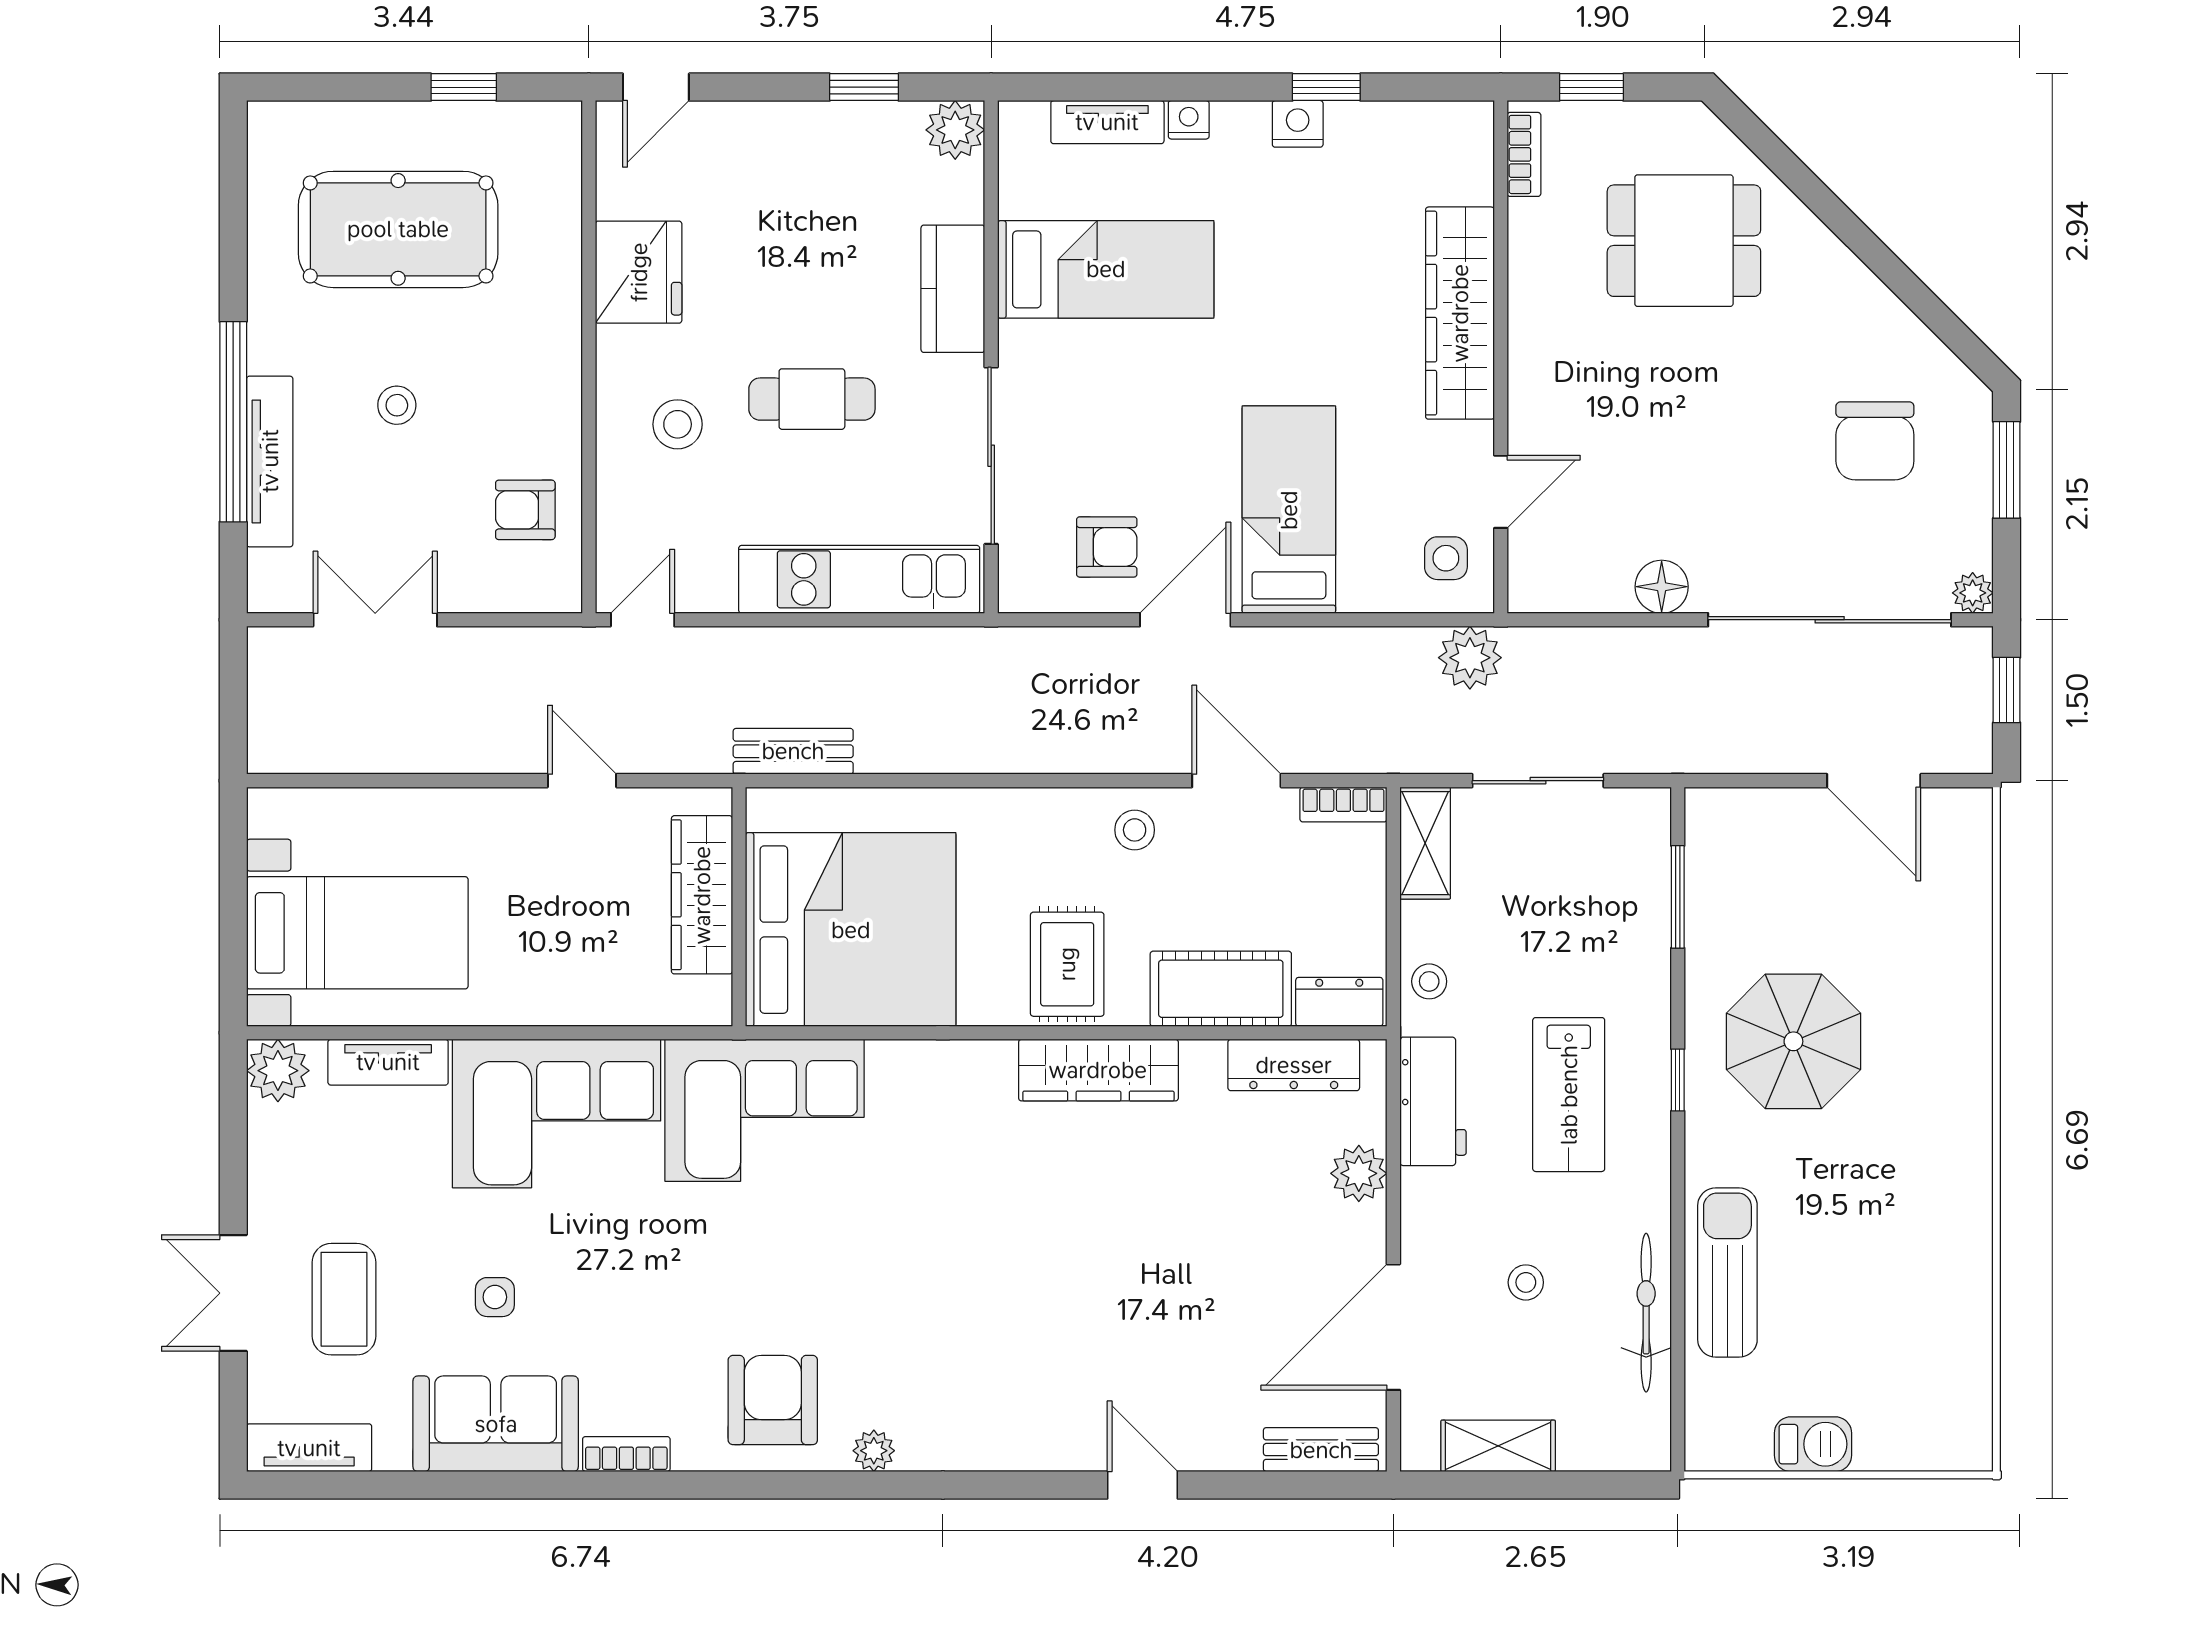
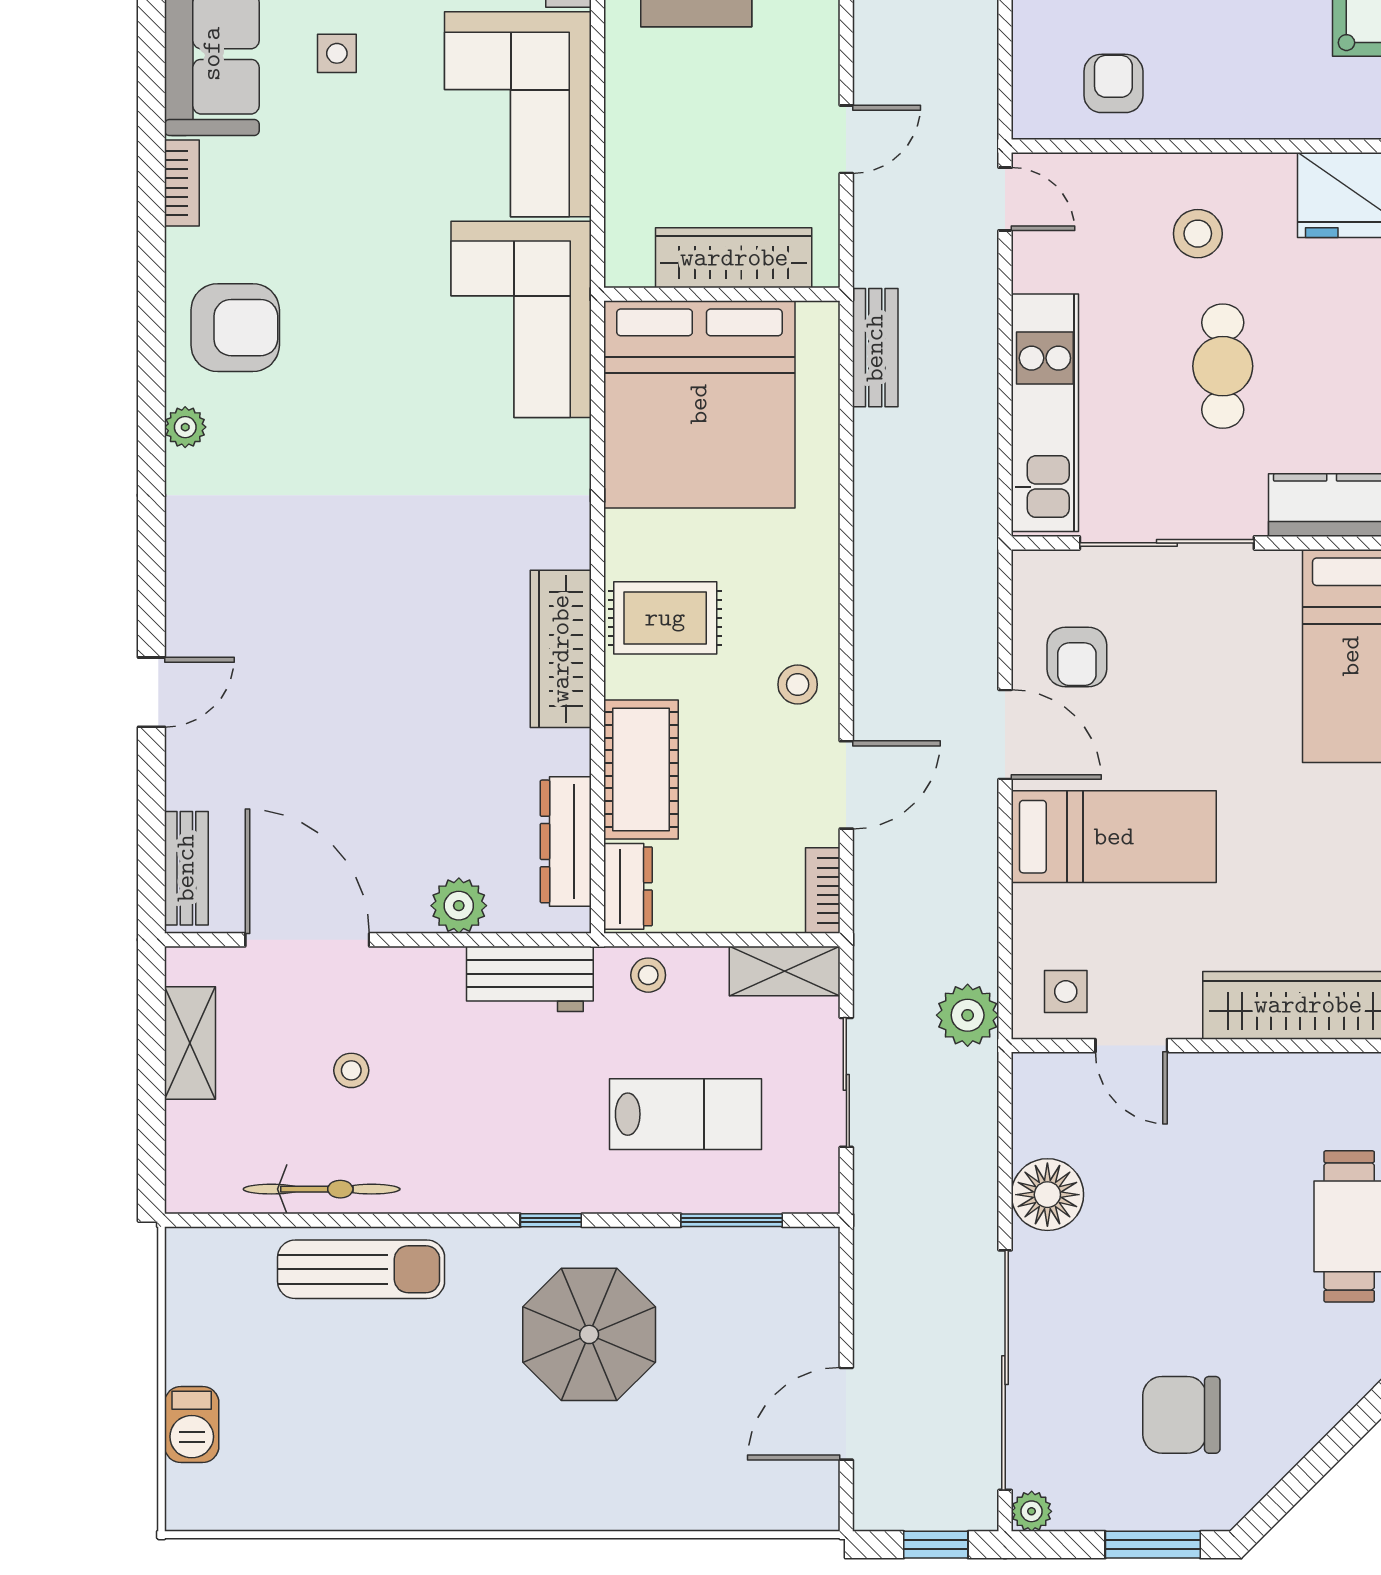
floor lamp: (1662, 587) -> (1047, 1195), width x1.38, depth x1.38
lab bench: (1569, 1095) -> (685, 1114), moved, turned 180
barbecue: (1813, 1444) -> (192, 1425), moved

